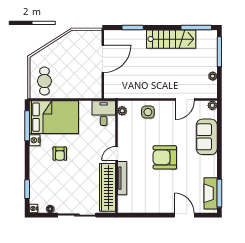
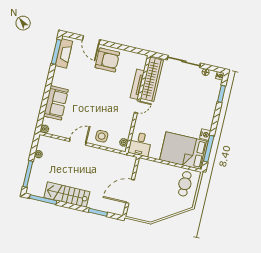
door: (185, 100) -> (78, 142), moved
armchair: (60, 154) -> (186, 118), removed
armchair: (165, 157) -> (107, 60), moved

